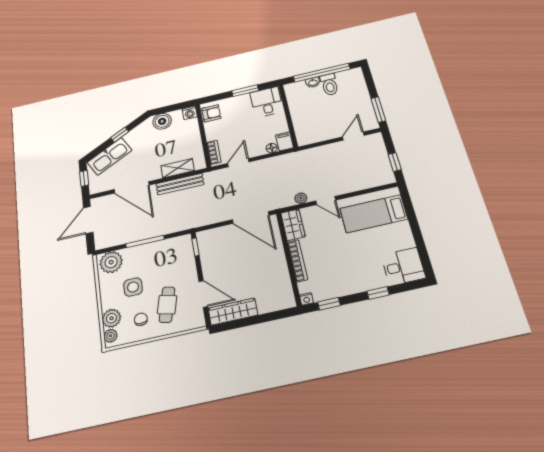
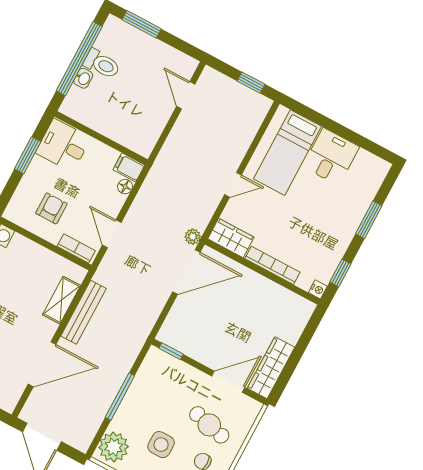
window: (378, 110) -> (142, 24), moved
armchair: (211, 113) -> (51, 208), moved
plant: (301, 198) -> (193, 237), moved
desk: (403, 266) -> (331, 157), moved
window: (378, 293) -> (369, 220), width x1.50

